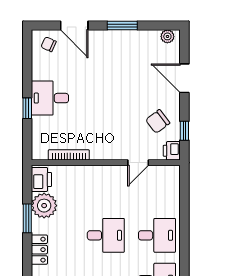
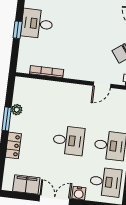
printer: (41, 179) -> (22, 89), removed
plant: (44, 206) -> (17, 110), width x0.53, depth x0.53

